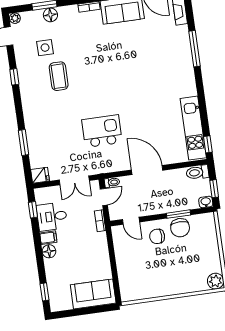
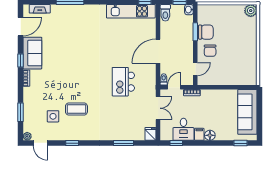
floor lamp: (50, 15) -> (29, 109), removed
door: (104, 197) -> (174, 87), hinge flipped
sofa: (93, 294) -> (247, 112), width x1.36

